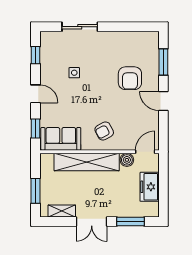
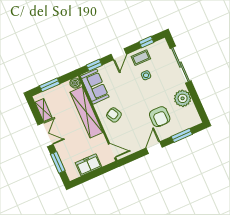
sliding door: (80, 27) -> (181, 65), width x1.37
plant: (120, 42) -> (183, 98), added
coffee table: (51, 70) -> (141, 58), added
armchair: (130, 78) -> (160, 117), turned -90
boiler: (127, 160) -> (75, 83), moved
double door: (92, 222) -> (45, 135), swing flipped

